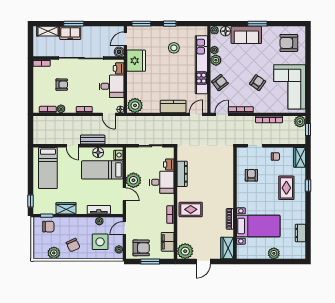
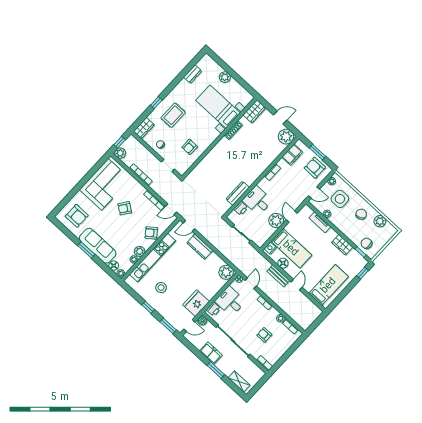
freezer: (70, 33) -> (211, 353), moved
sofa: (246, 35) -> (98, 246), width x1.36
rug: (191, 209) -> (255, 162), removed

